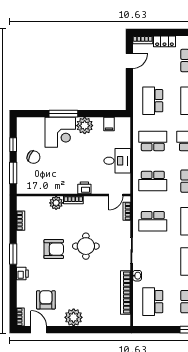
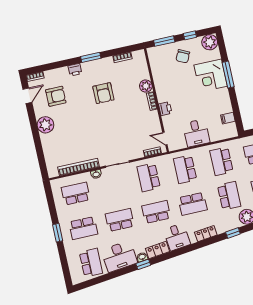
plant: (85, 126) -> (210, 42), moved
school desk: (153, 141) -> (221, 161), turned 180
round table: (86, 246) -> (113, 122), removed

